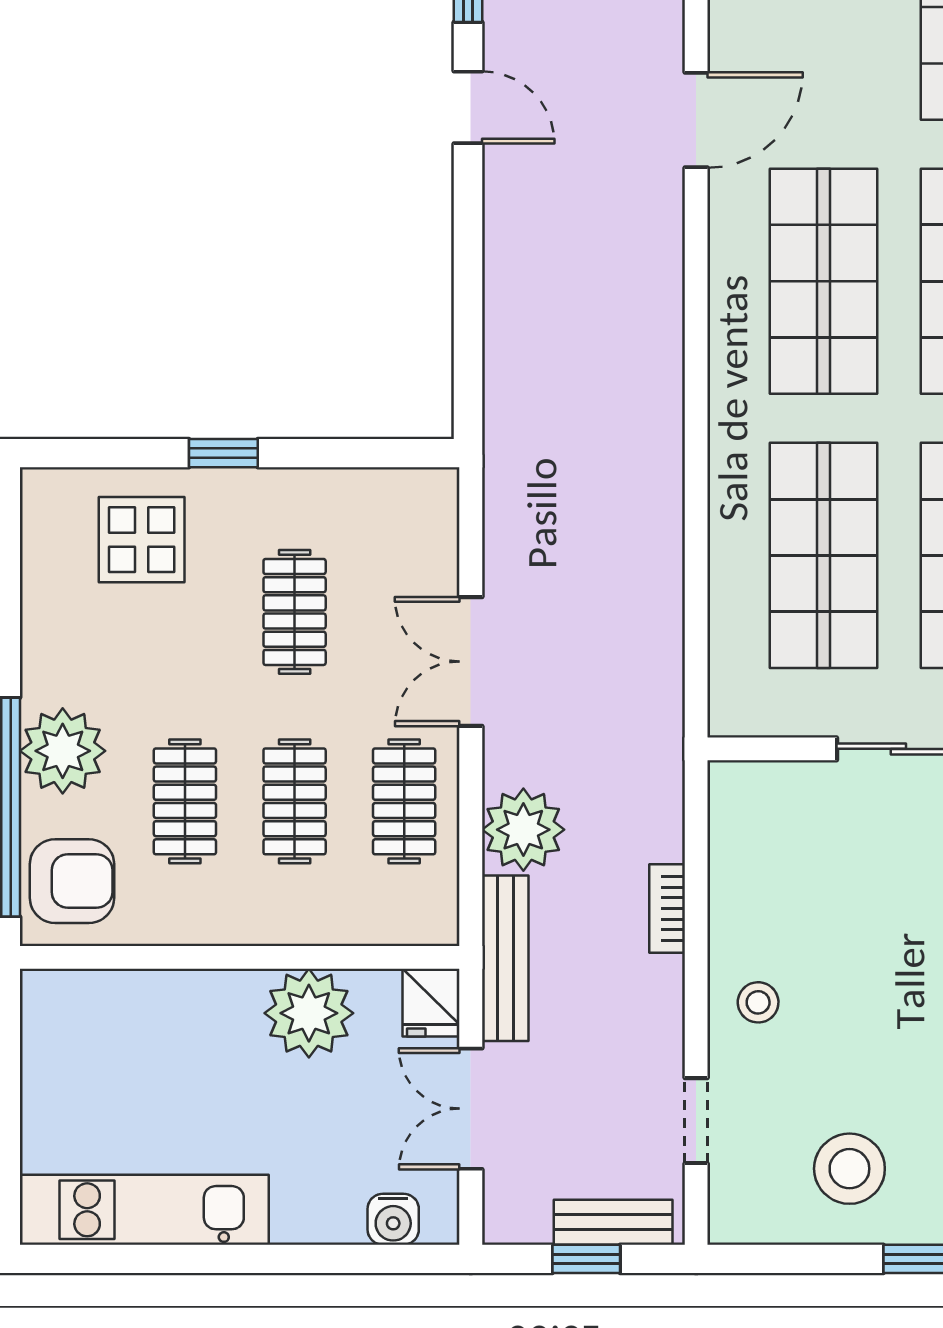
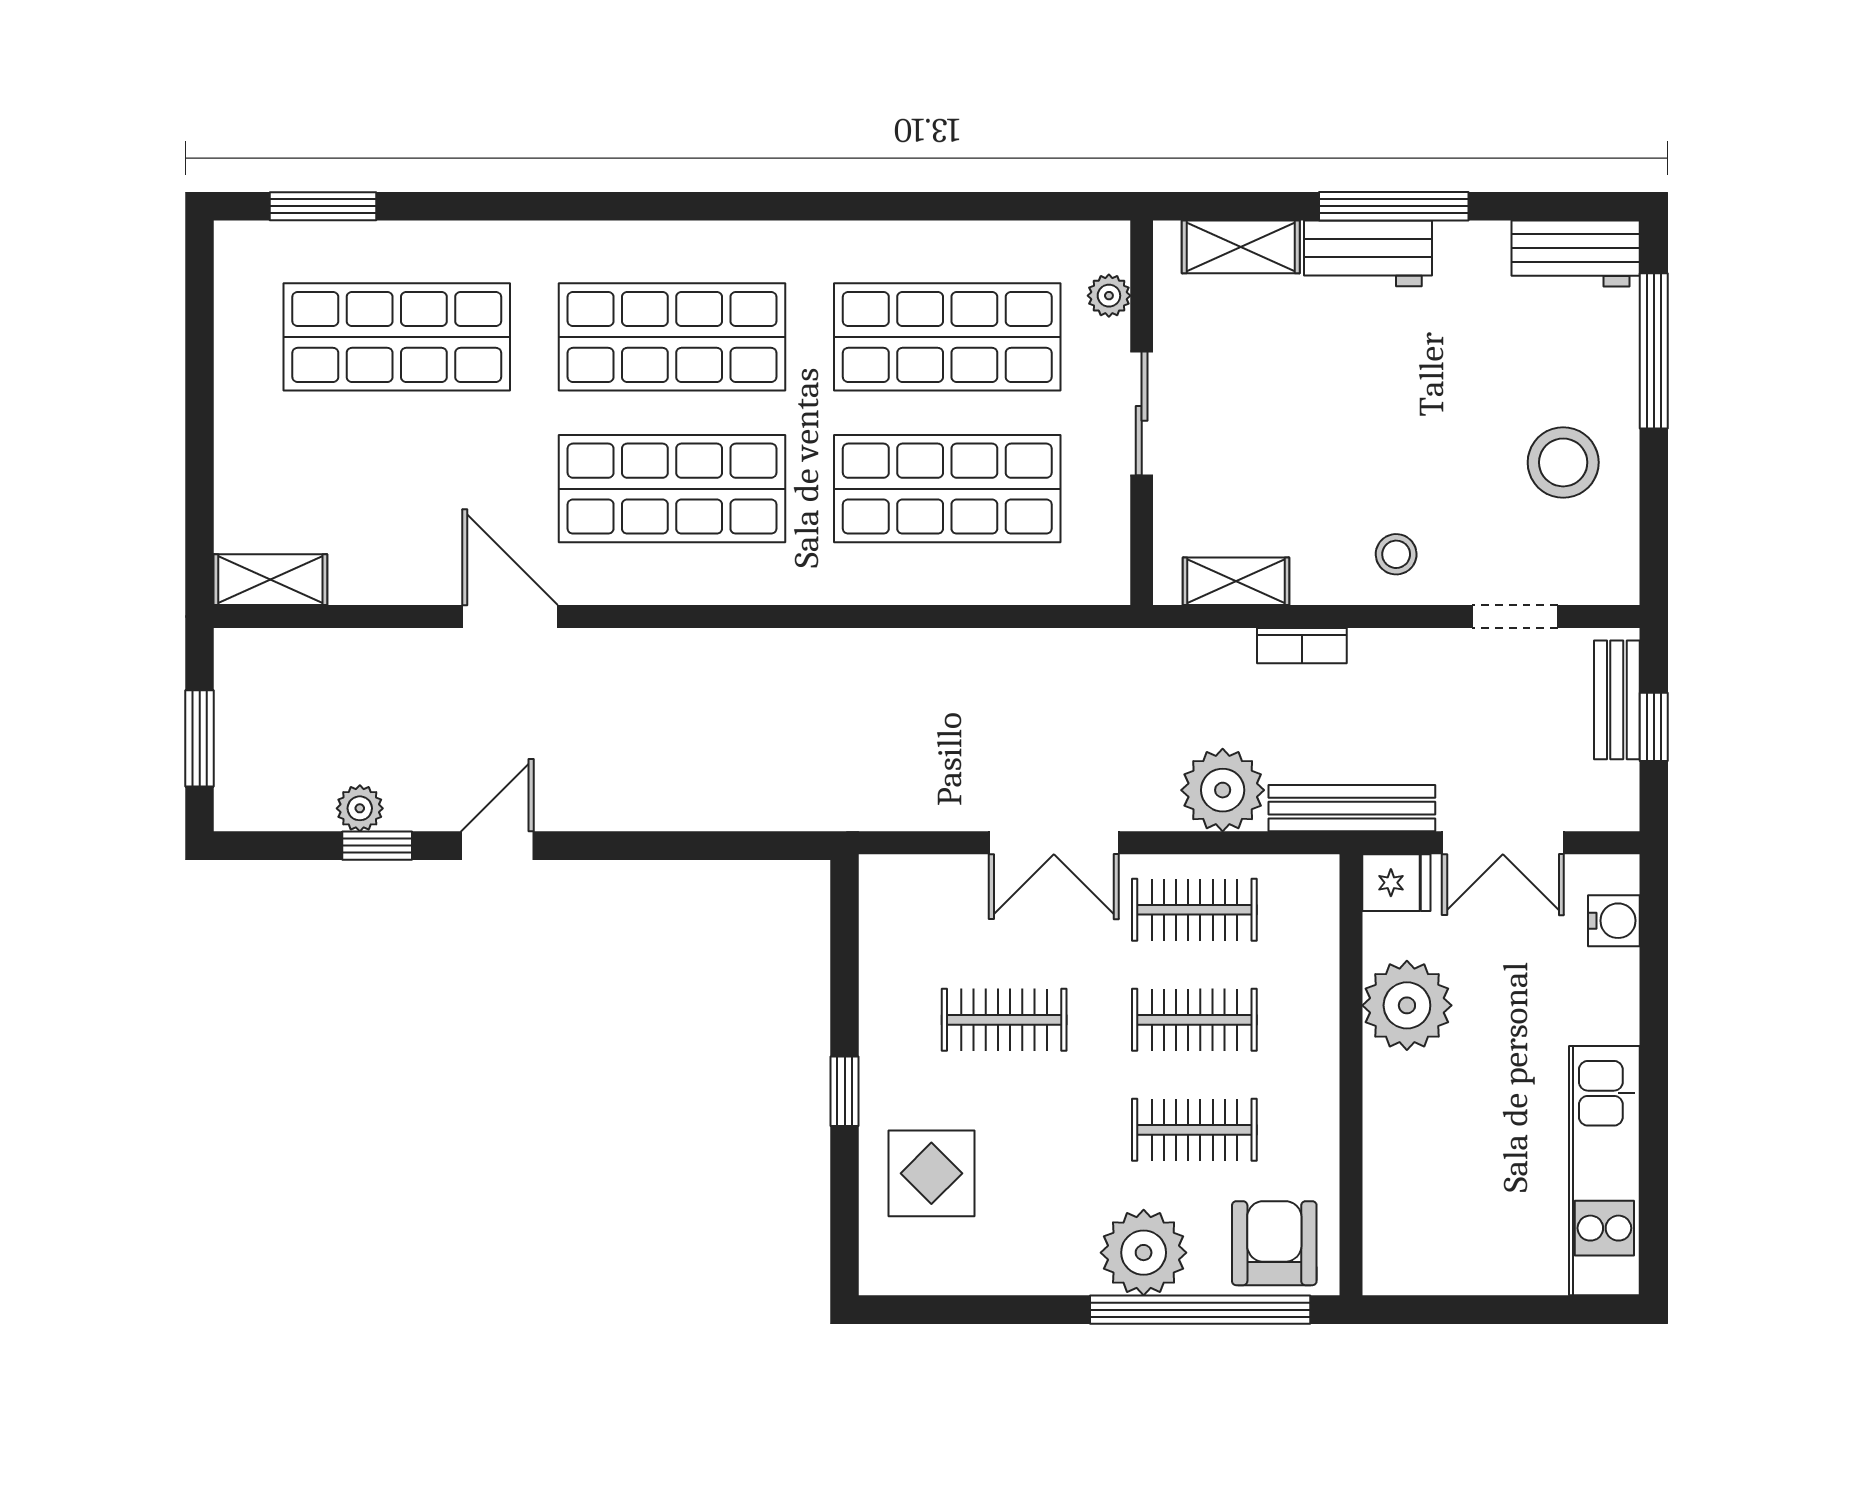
shelving: (731, 843) -> (1236, 581), added

